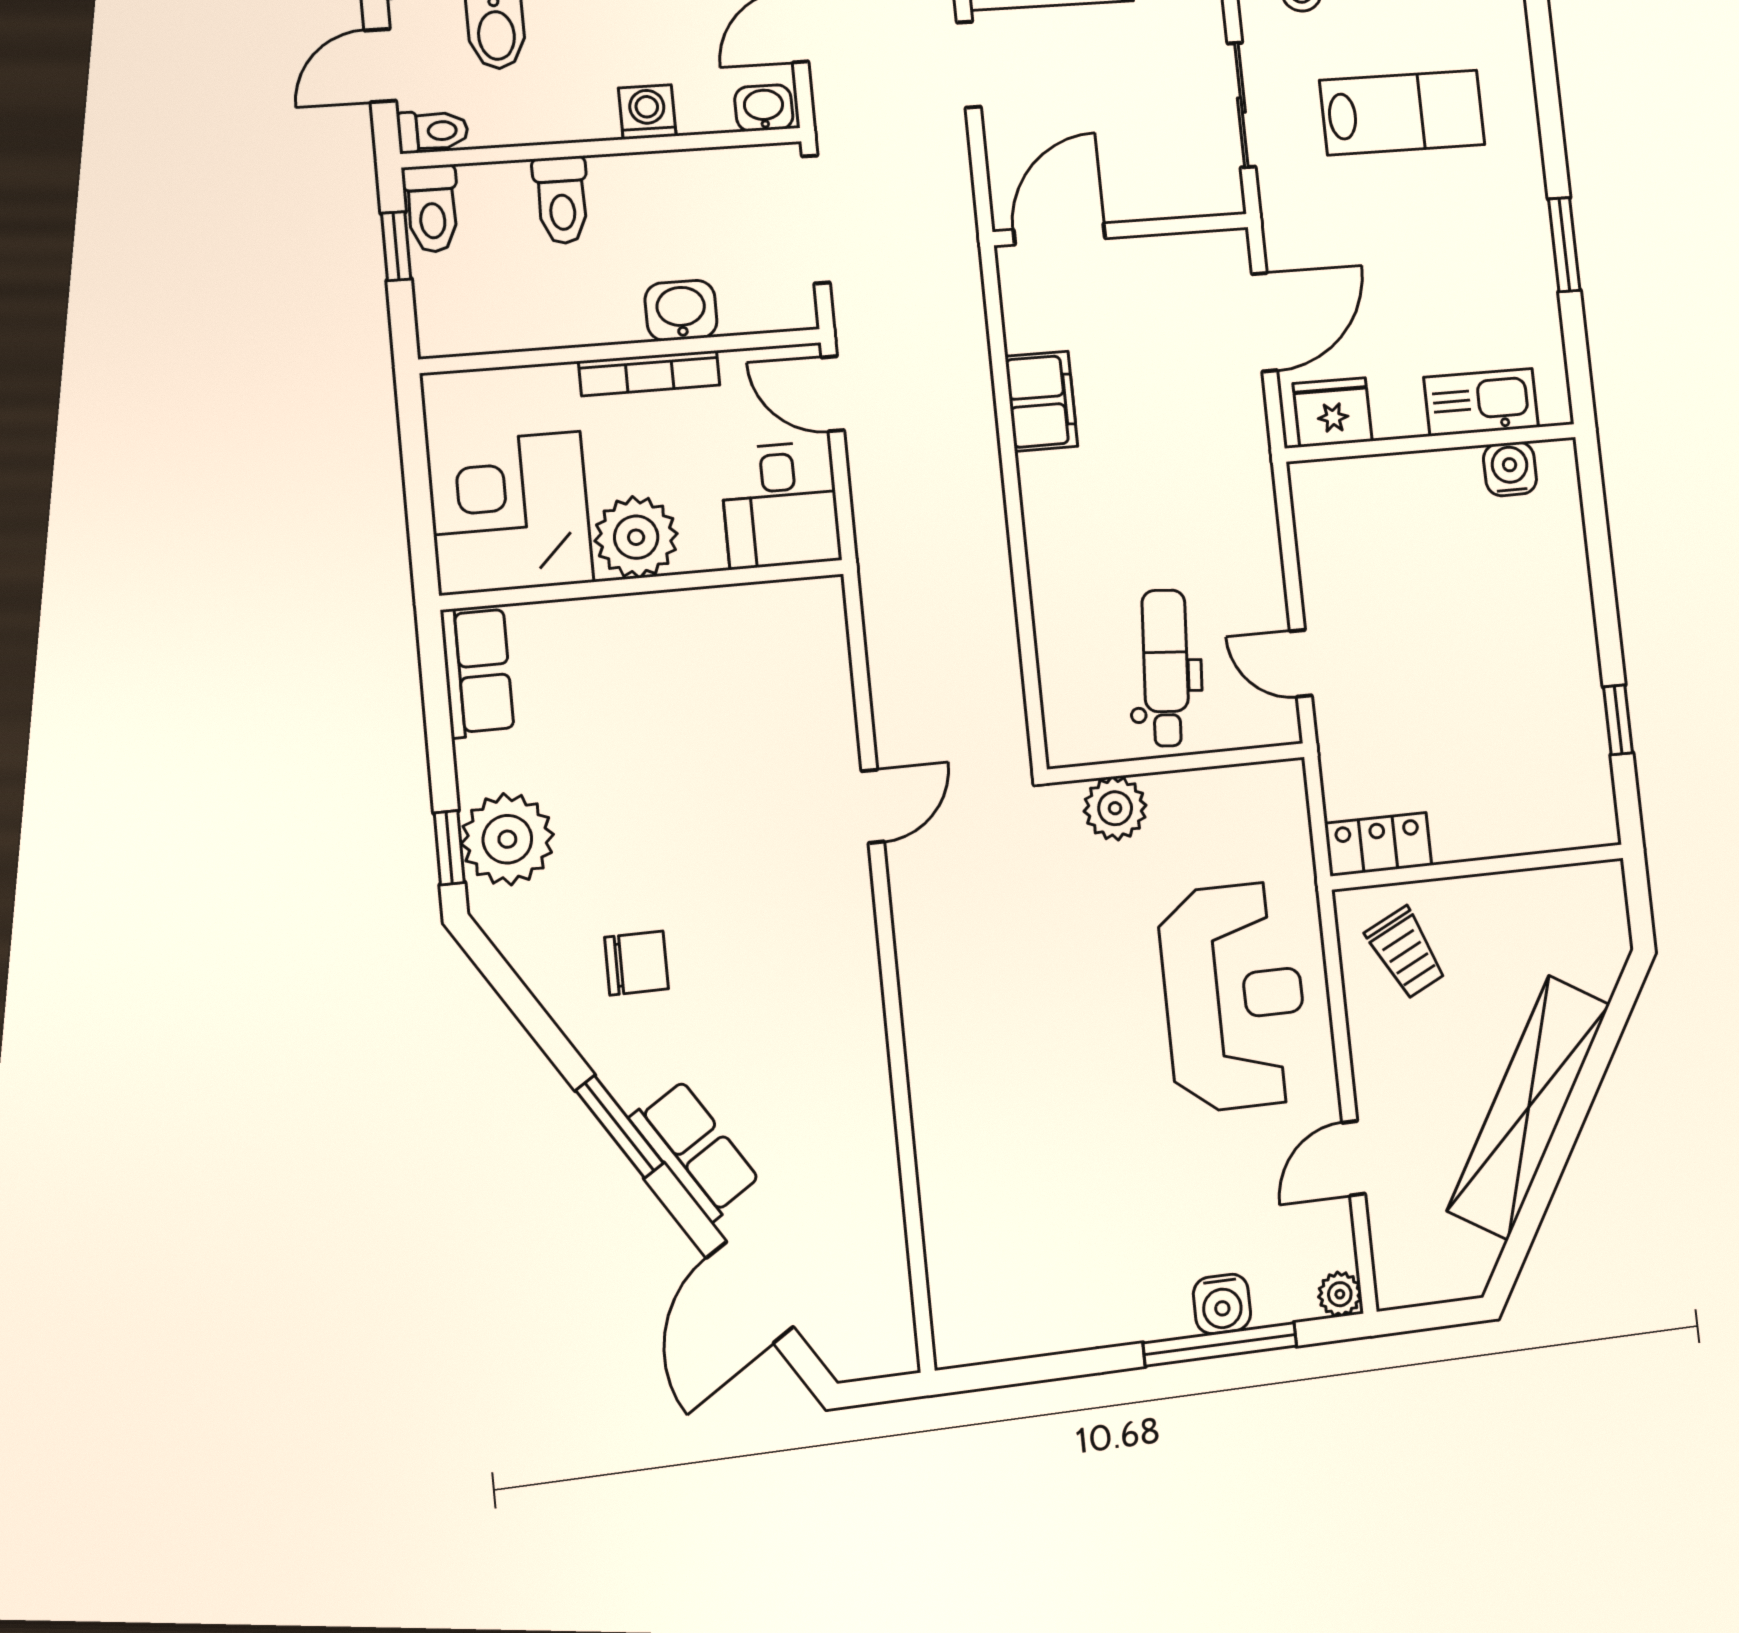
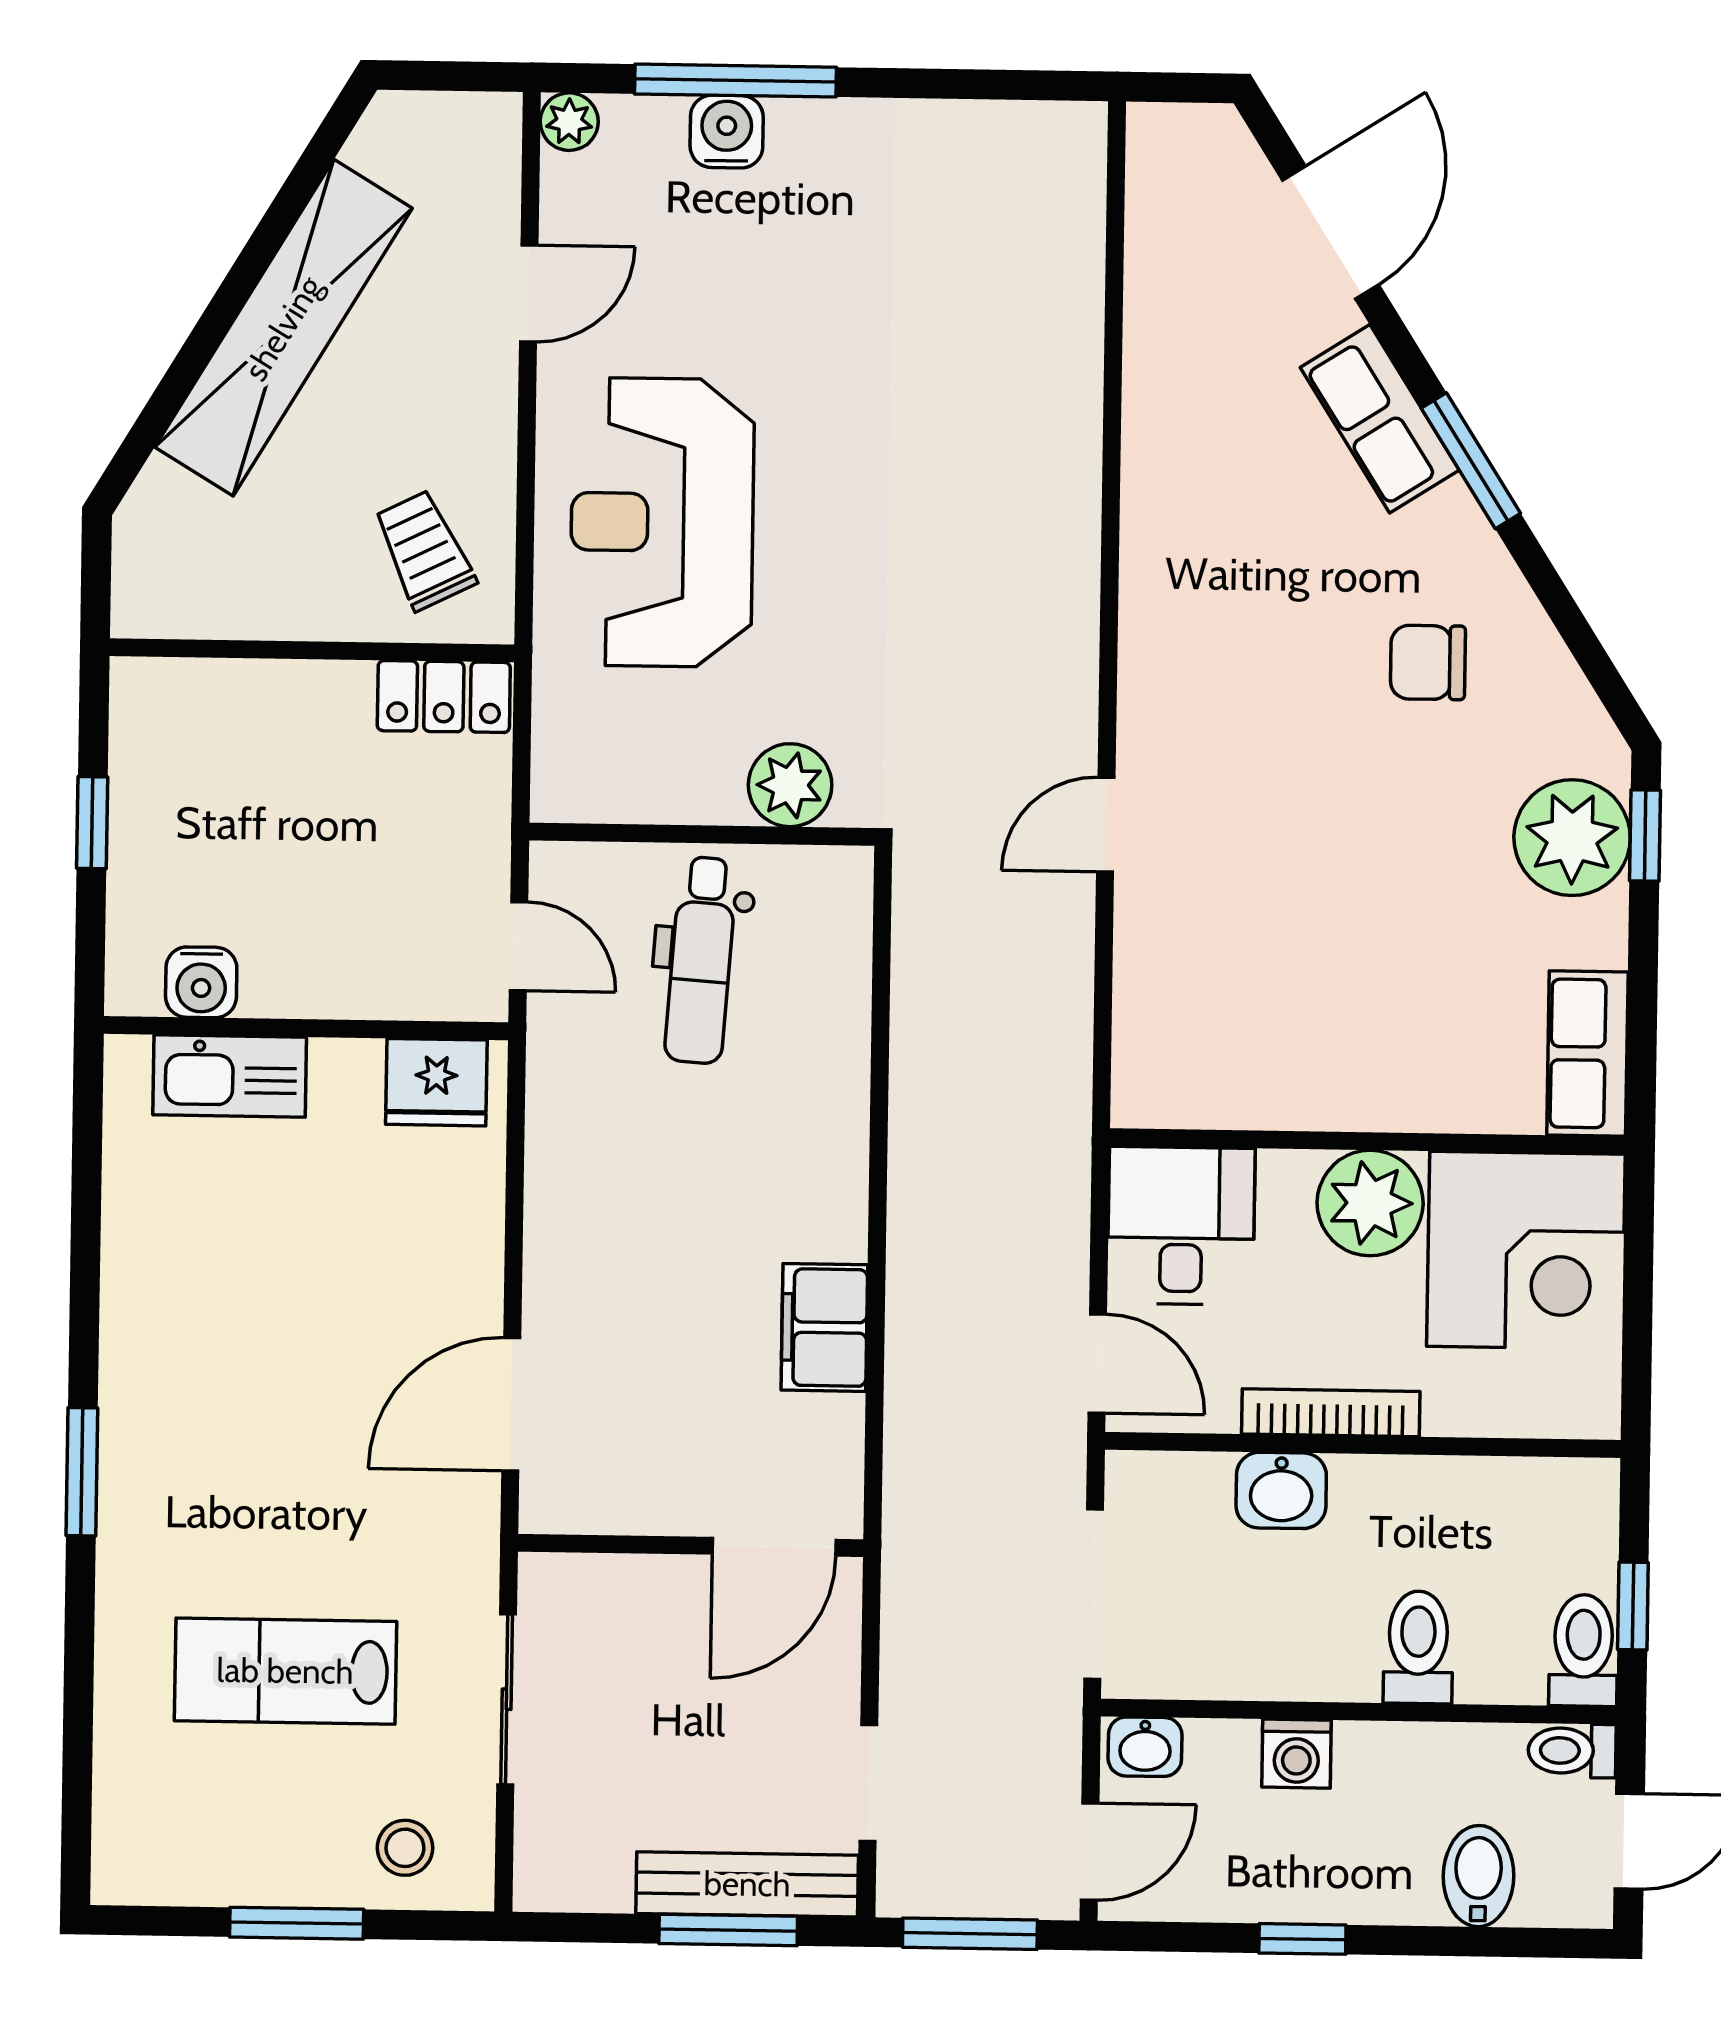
kitchen sink: (1481, 402) -> (230, 1076), moved
fridge: (1333, 412) -> (436, 1082), moved
wall: (1431, 443) -> (306, 1028), moved
water cooler: (1510, 469) -> (201, 982), moved

